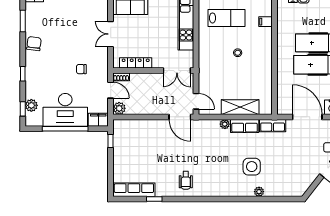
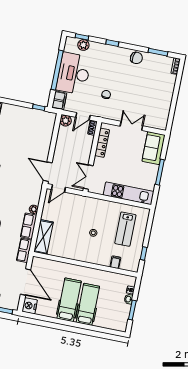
shelving: (240, 107) -> (44, 237), moved
door: (180, 117) -> (48, 172), hinge flipped
door: (307, 117) -> (26, 282), hinge flipped

